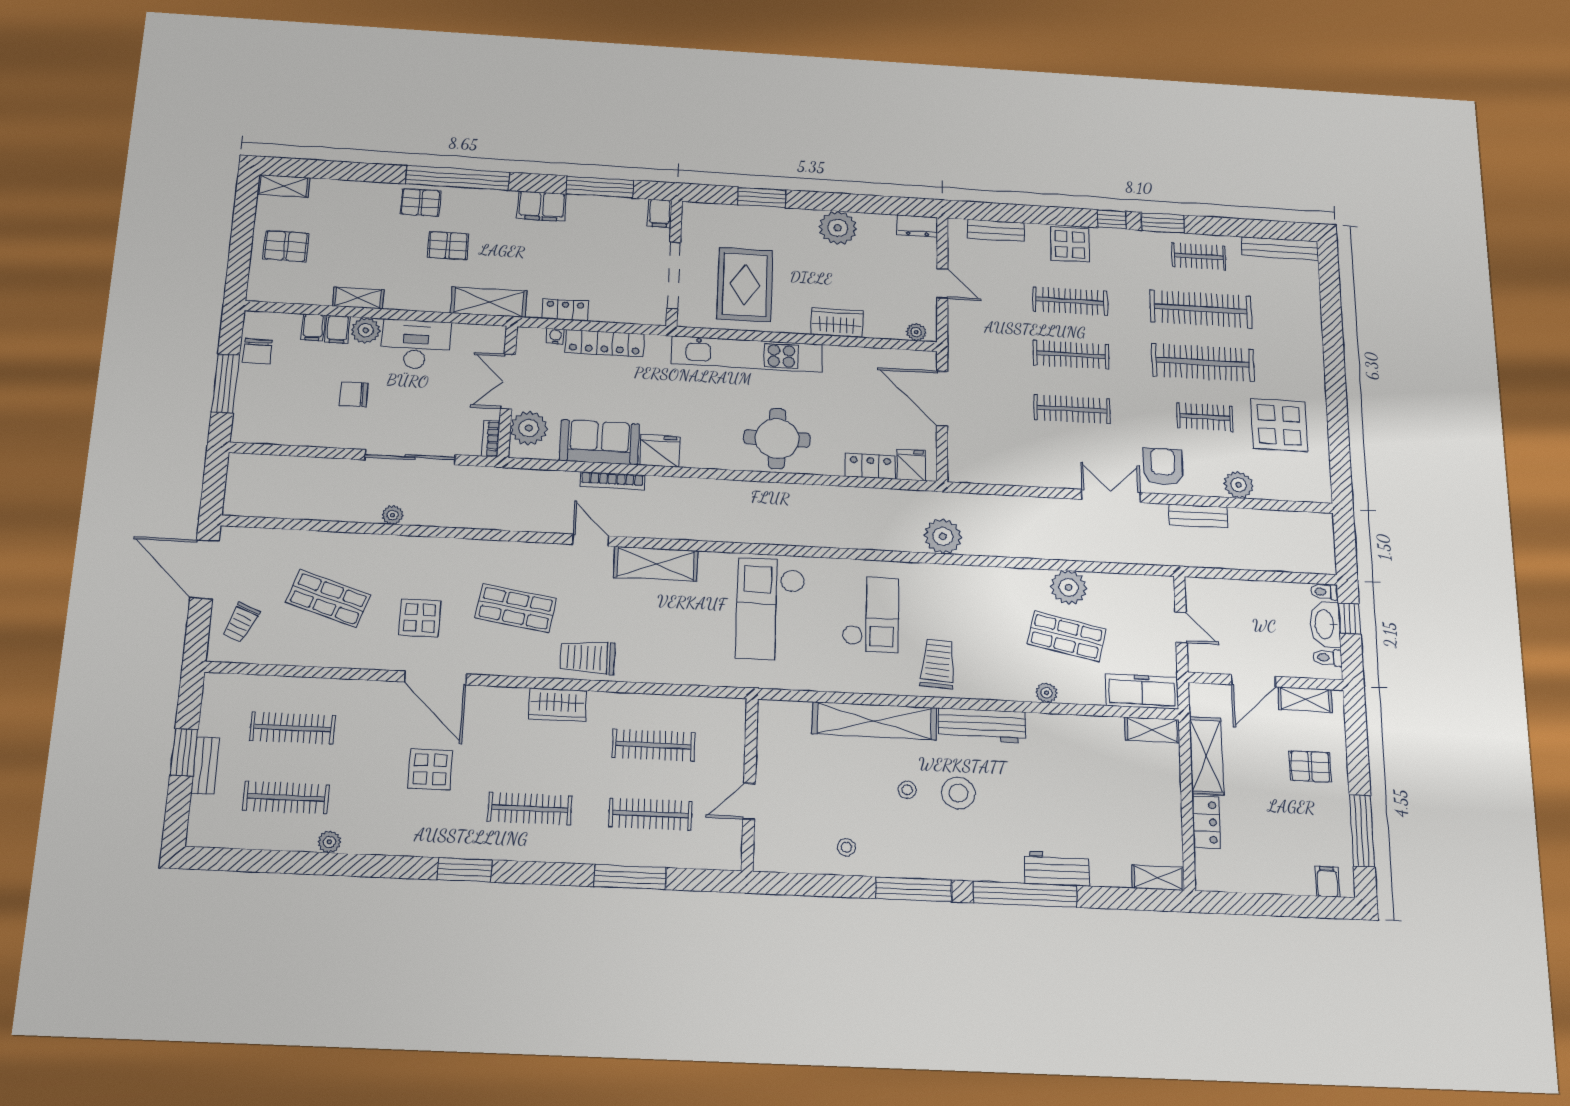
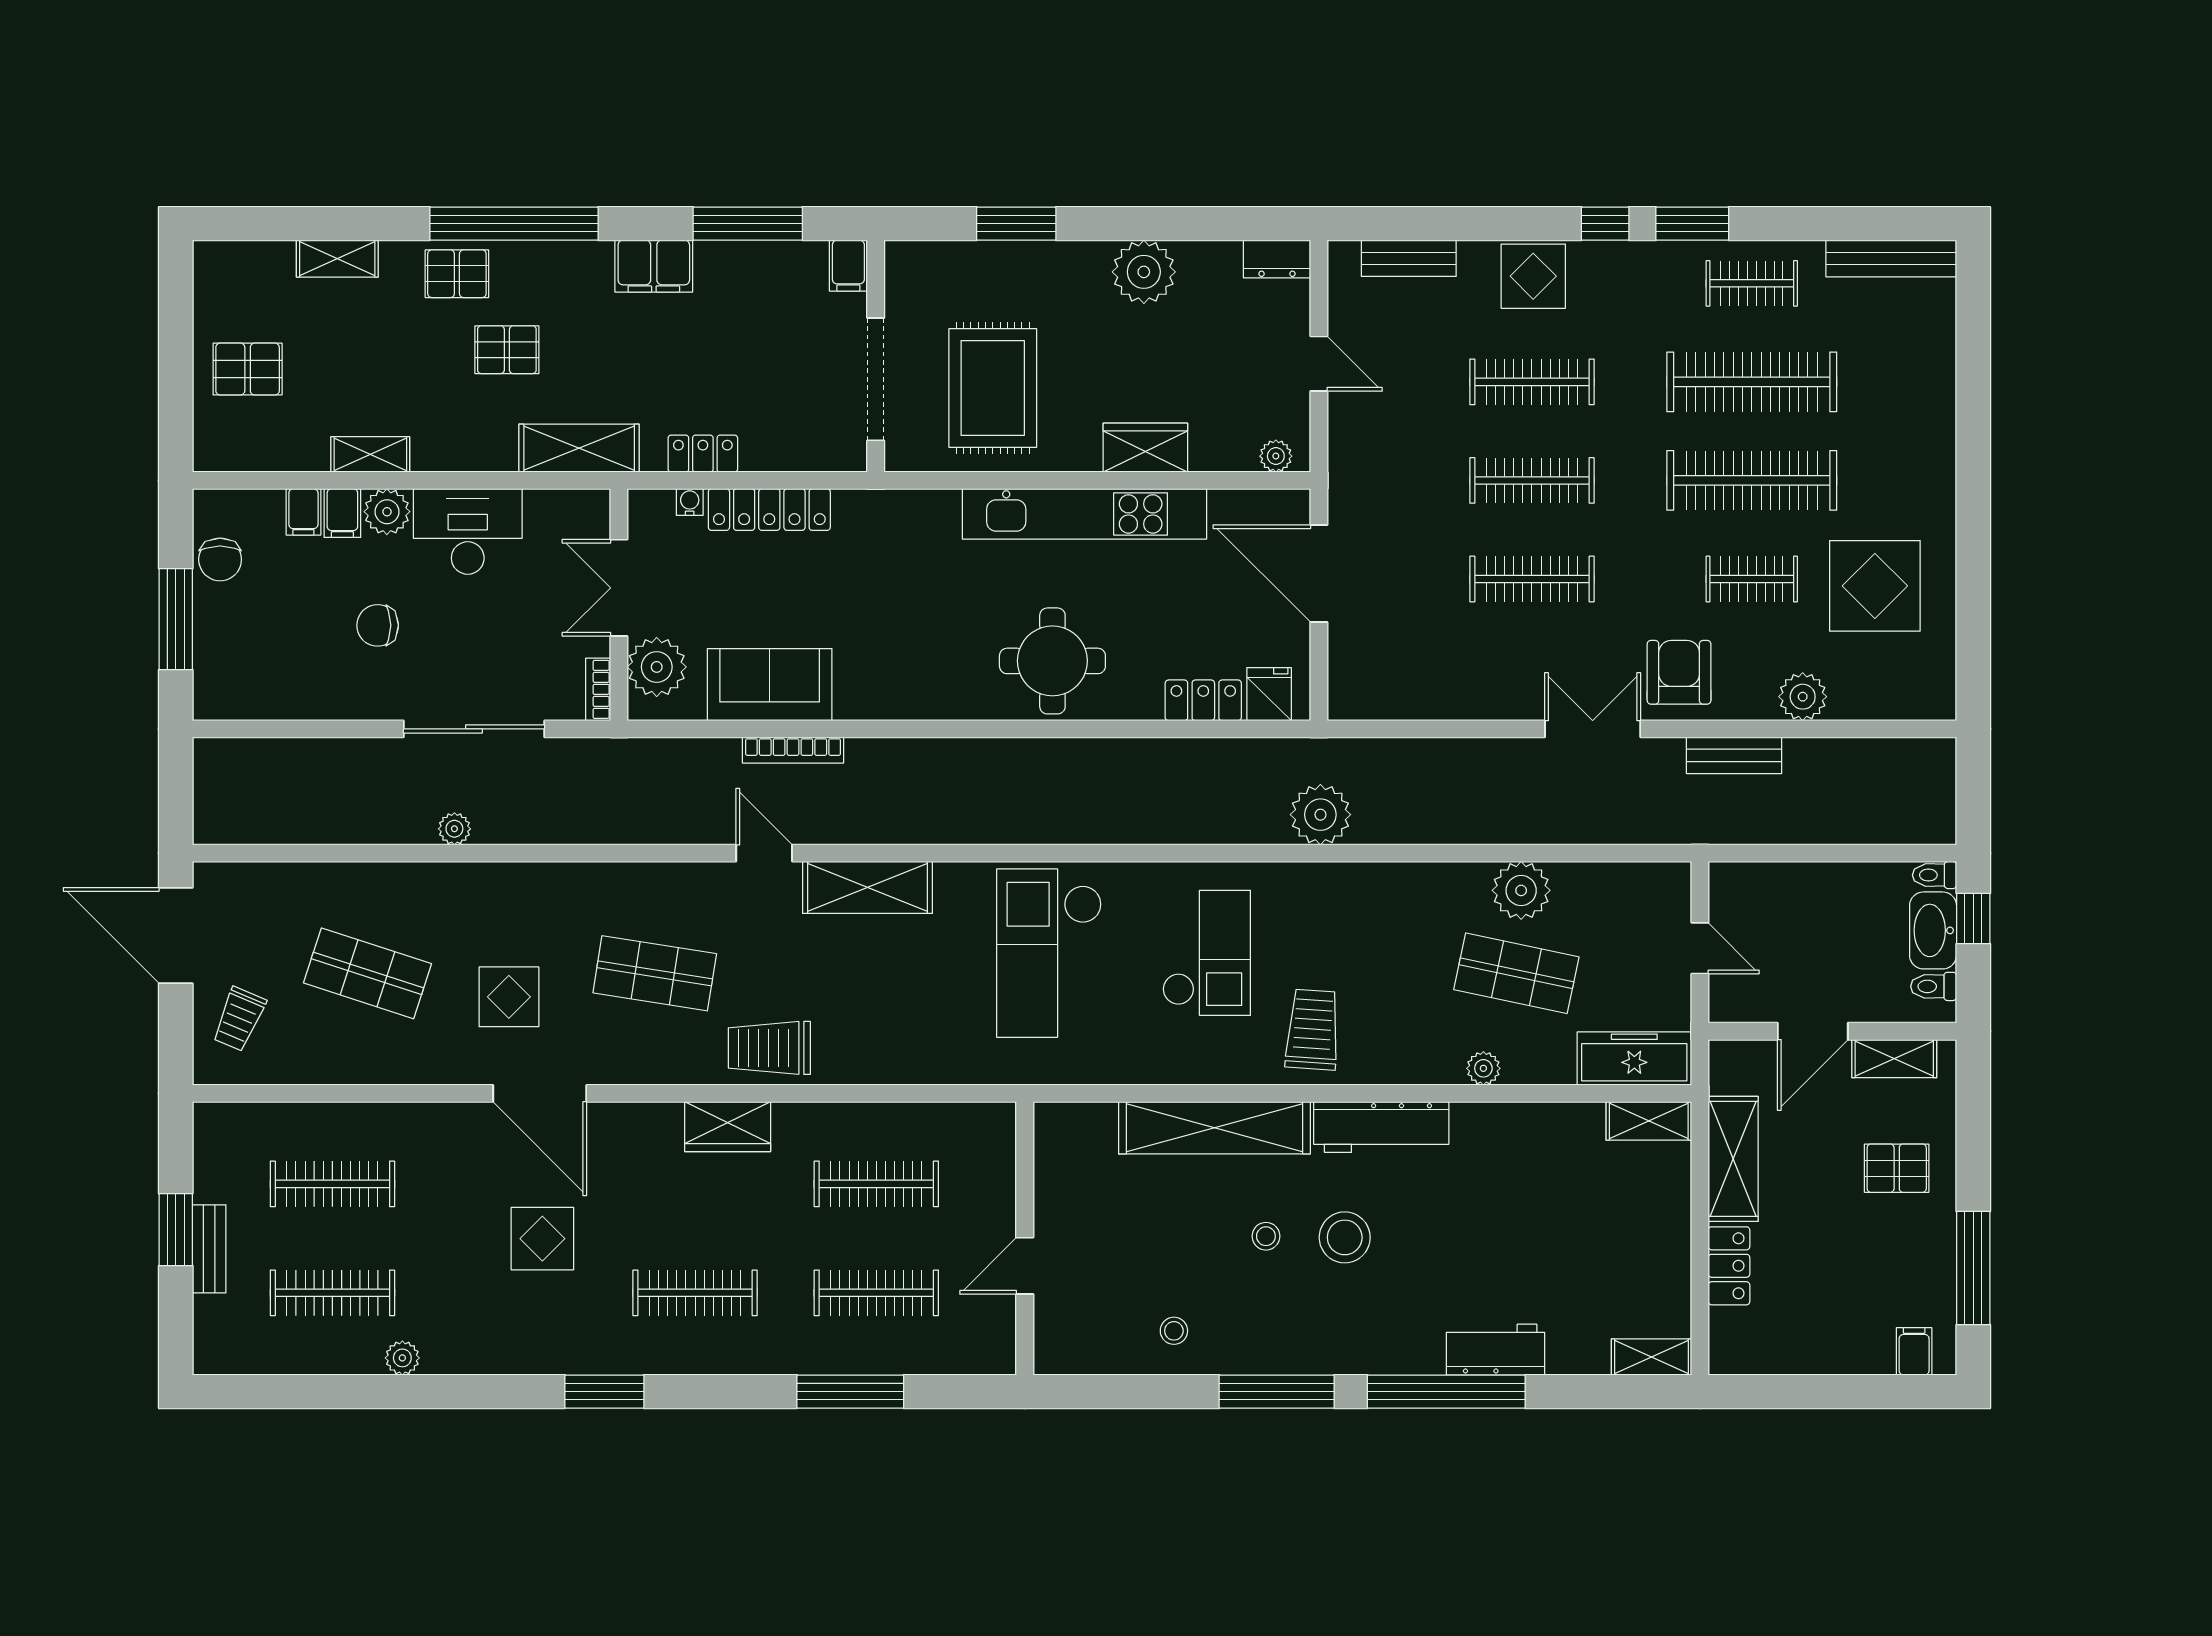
shelving: (283, 186) -> (337, 259), moved
kitchen unit: (747, 354) -> (1084, 514), moved
fridge: (660, 451) -> (866, 694), removed

